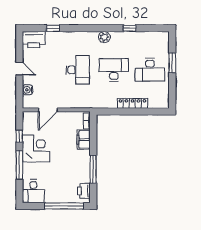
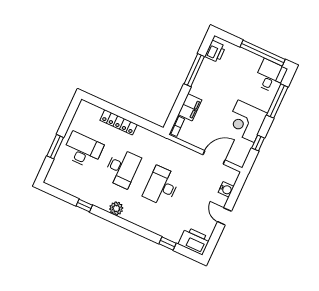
desk: (114, 70) -> (122, 168), turned -90
window: (19, 165) -> (277, 101), moved
window: (64, 206) -> (263, 53), moved

